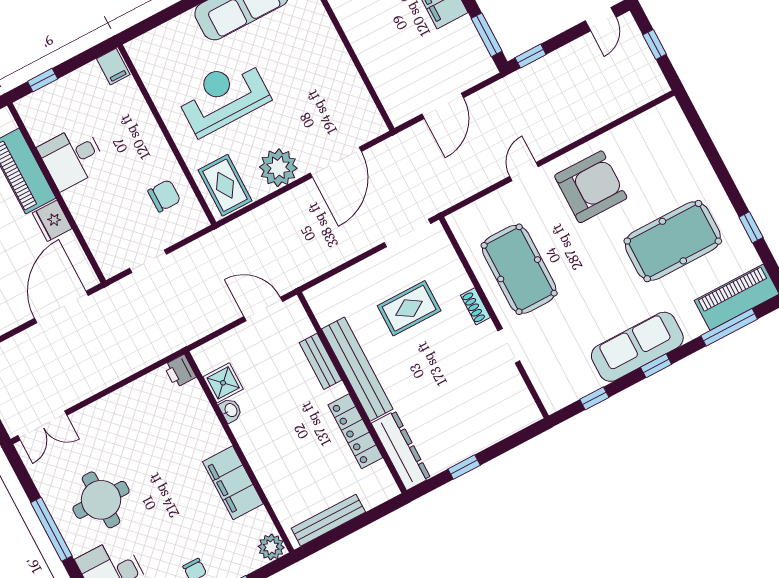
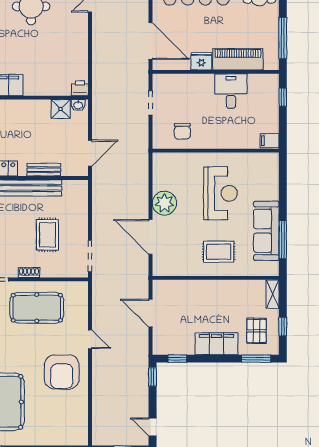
window: (487, 35) -> (177, 359), width x0.67
rug: (225, 185) -> (219, 252), moved
washbasin: (231, 410) -> (78, 105), moved

